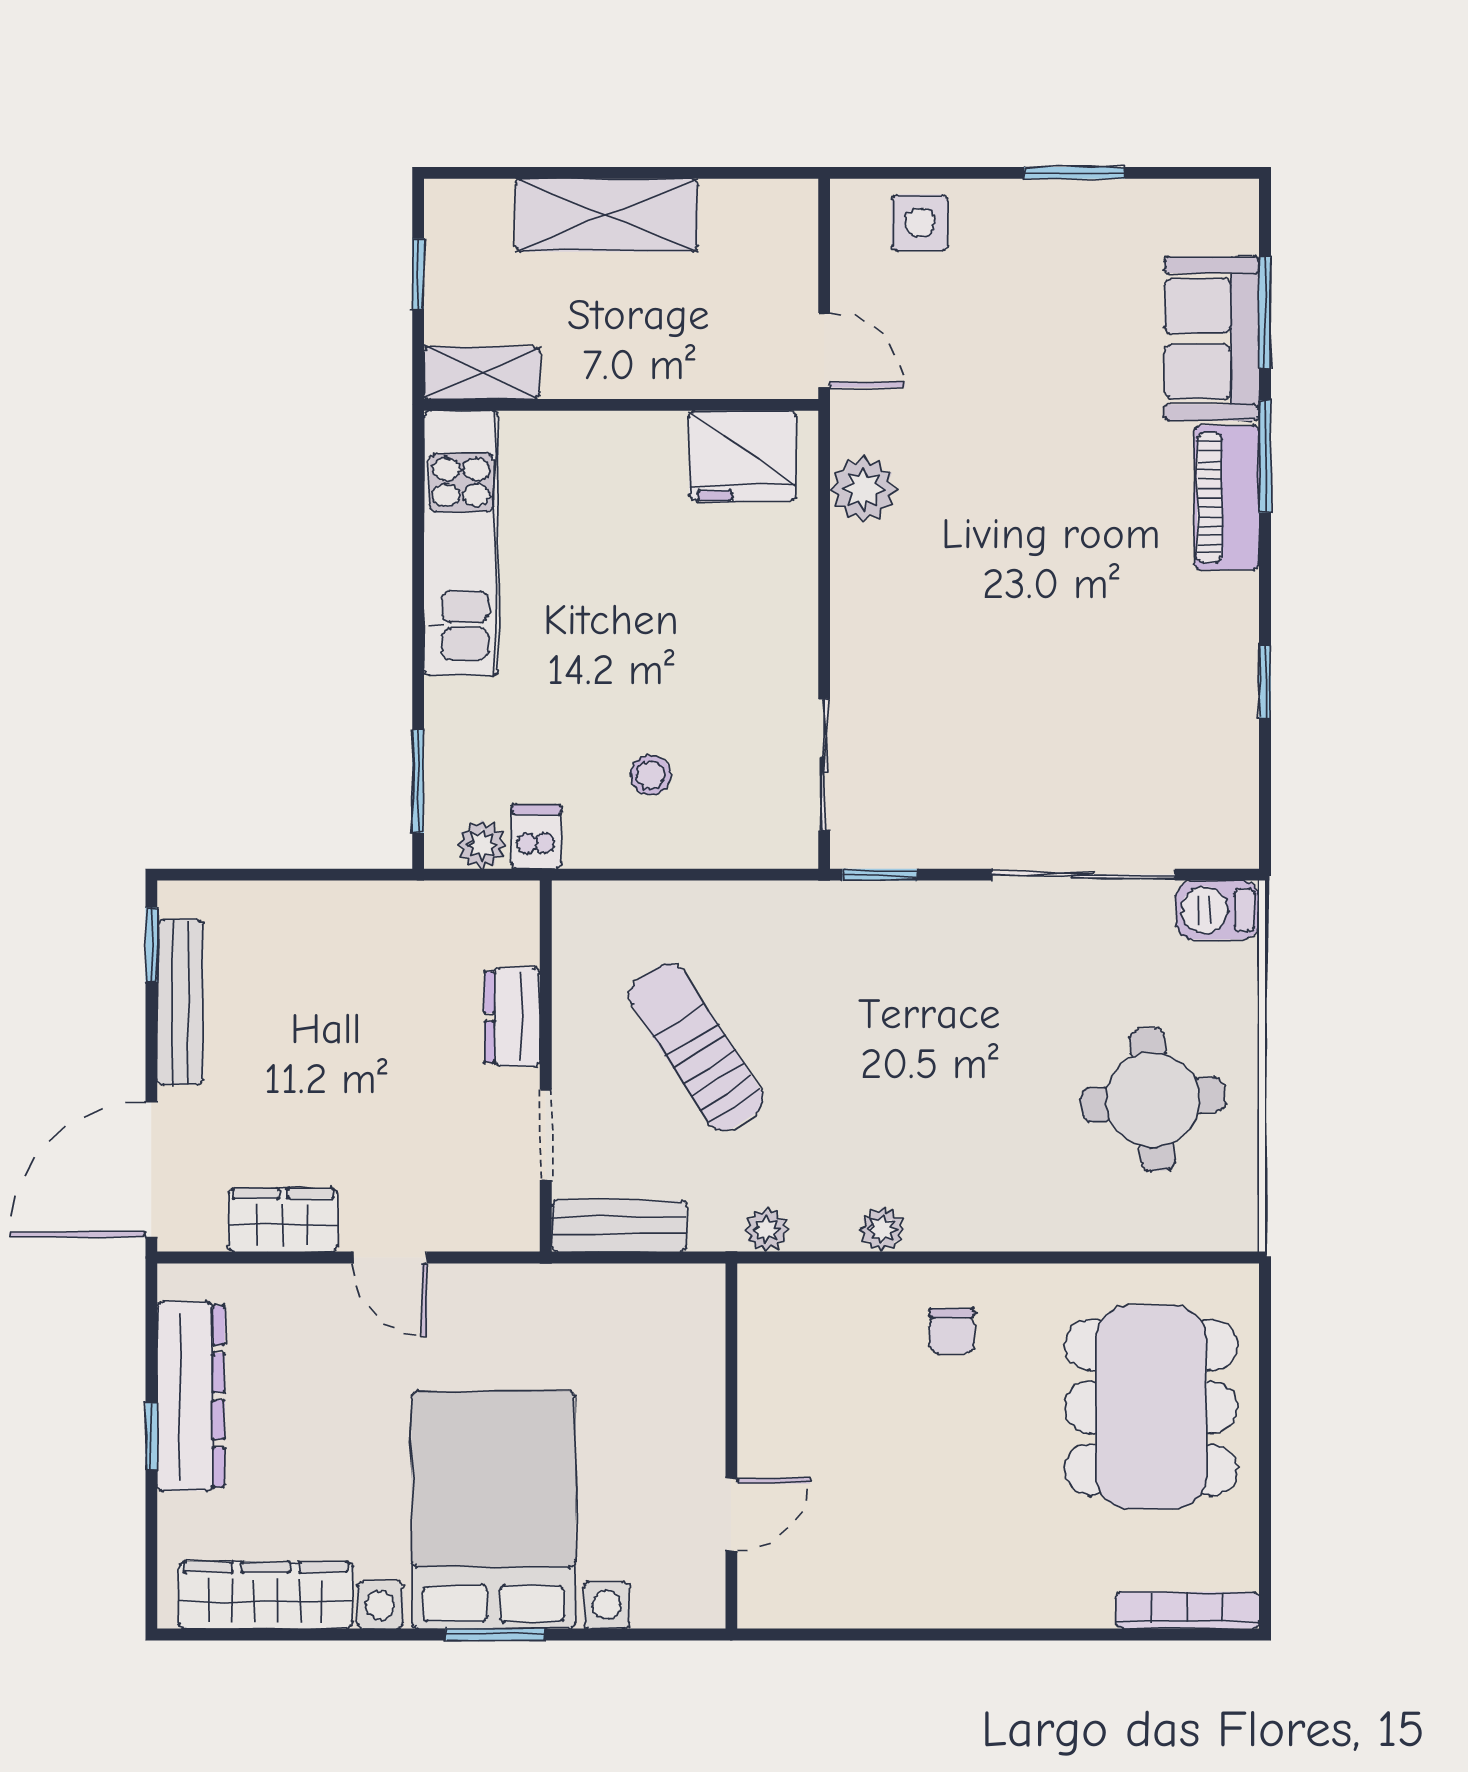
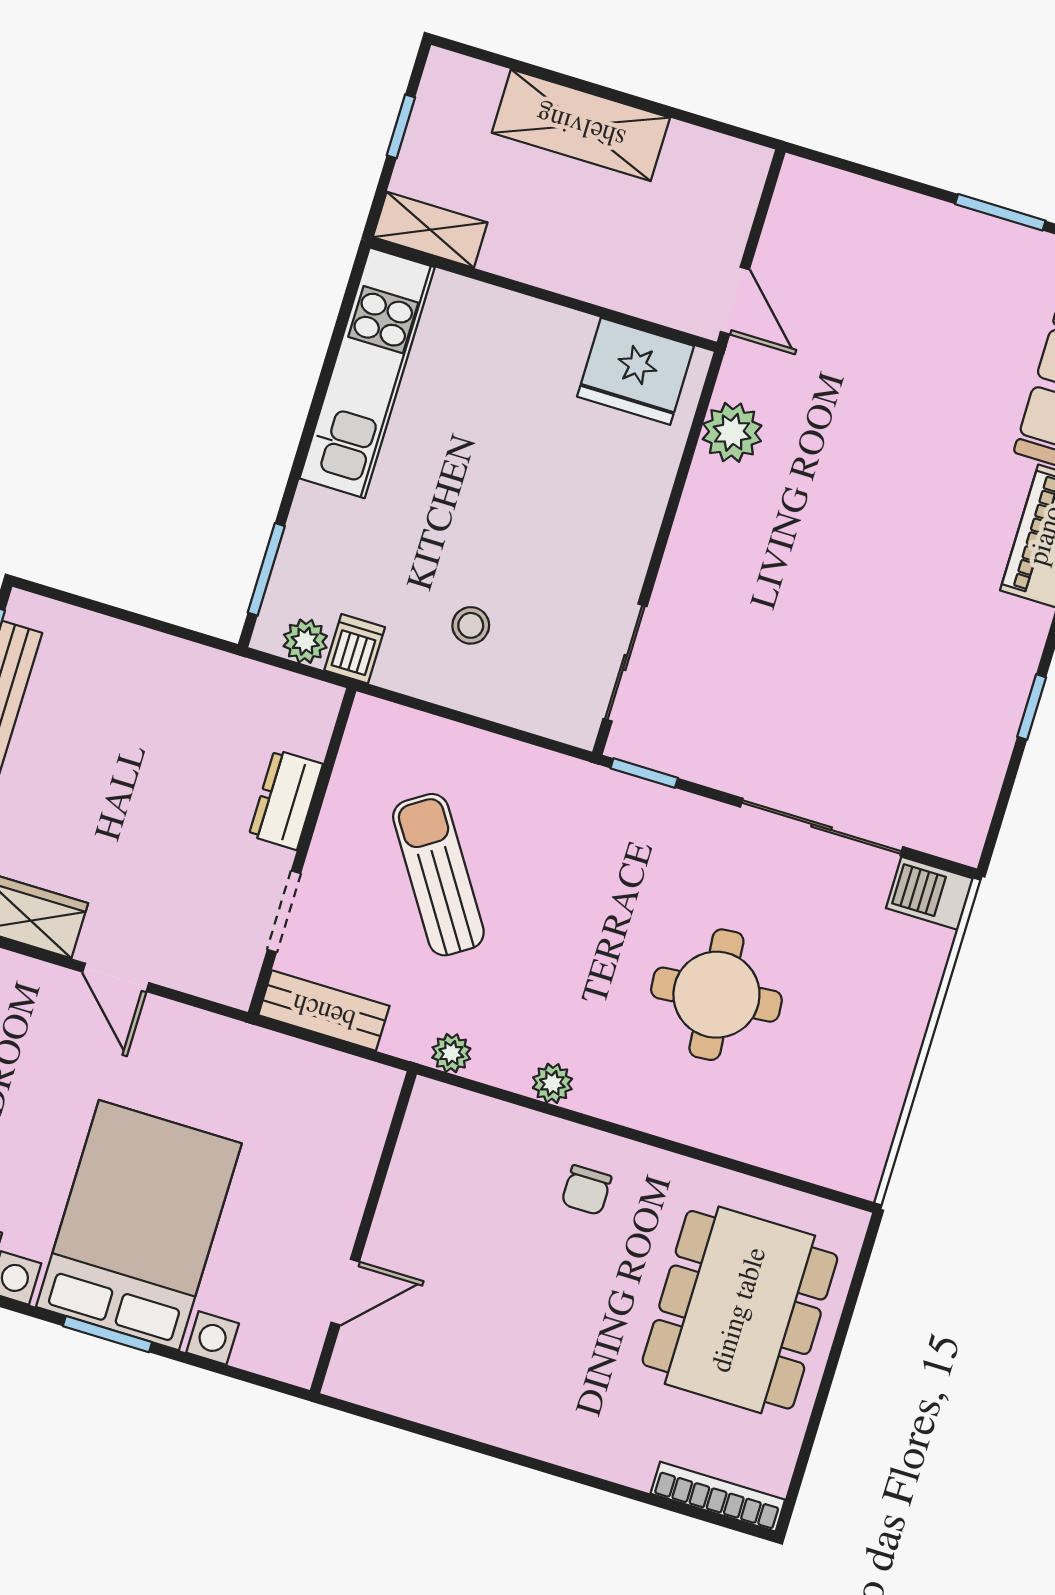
side table: (920, 223) -> (852, 215), removed
round table: (1153, 1100) -> (716, 995), moved

